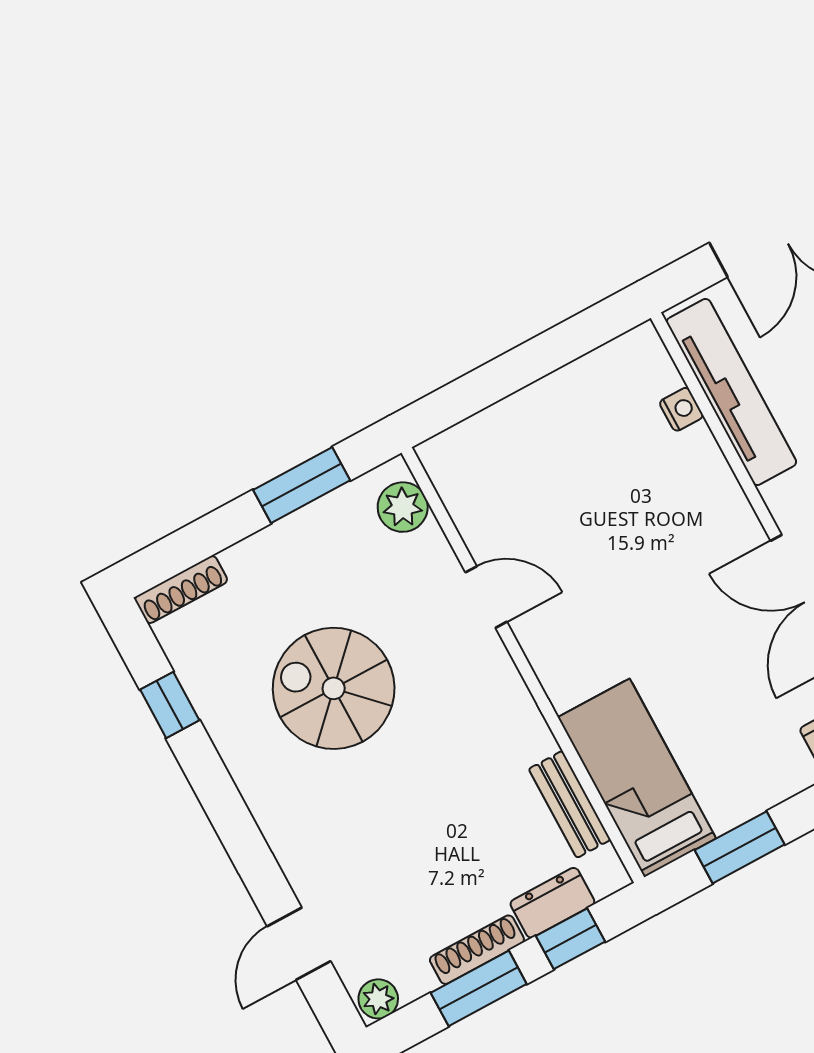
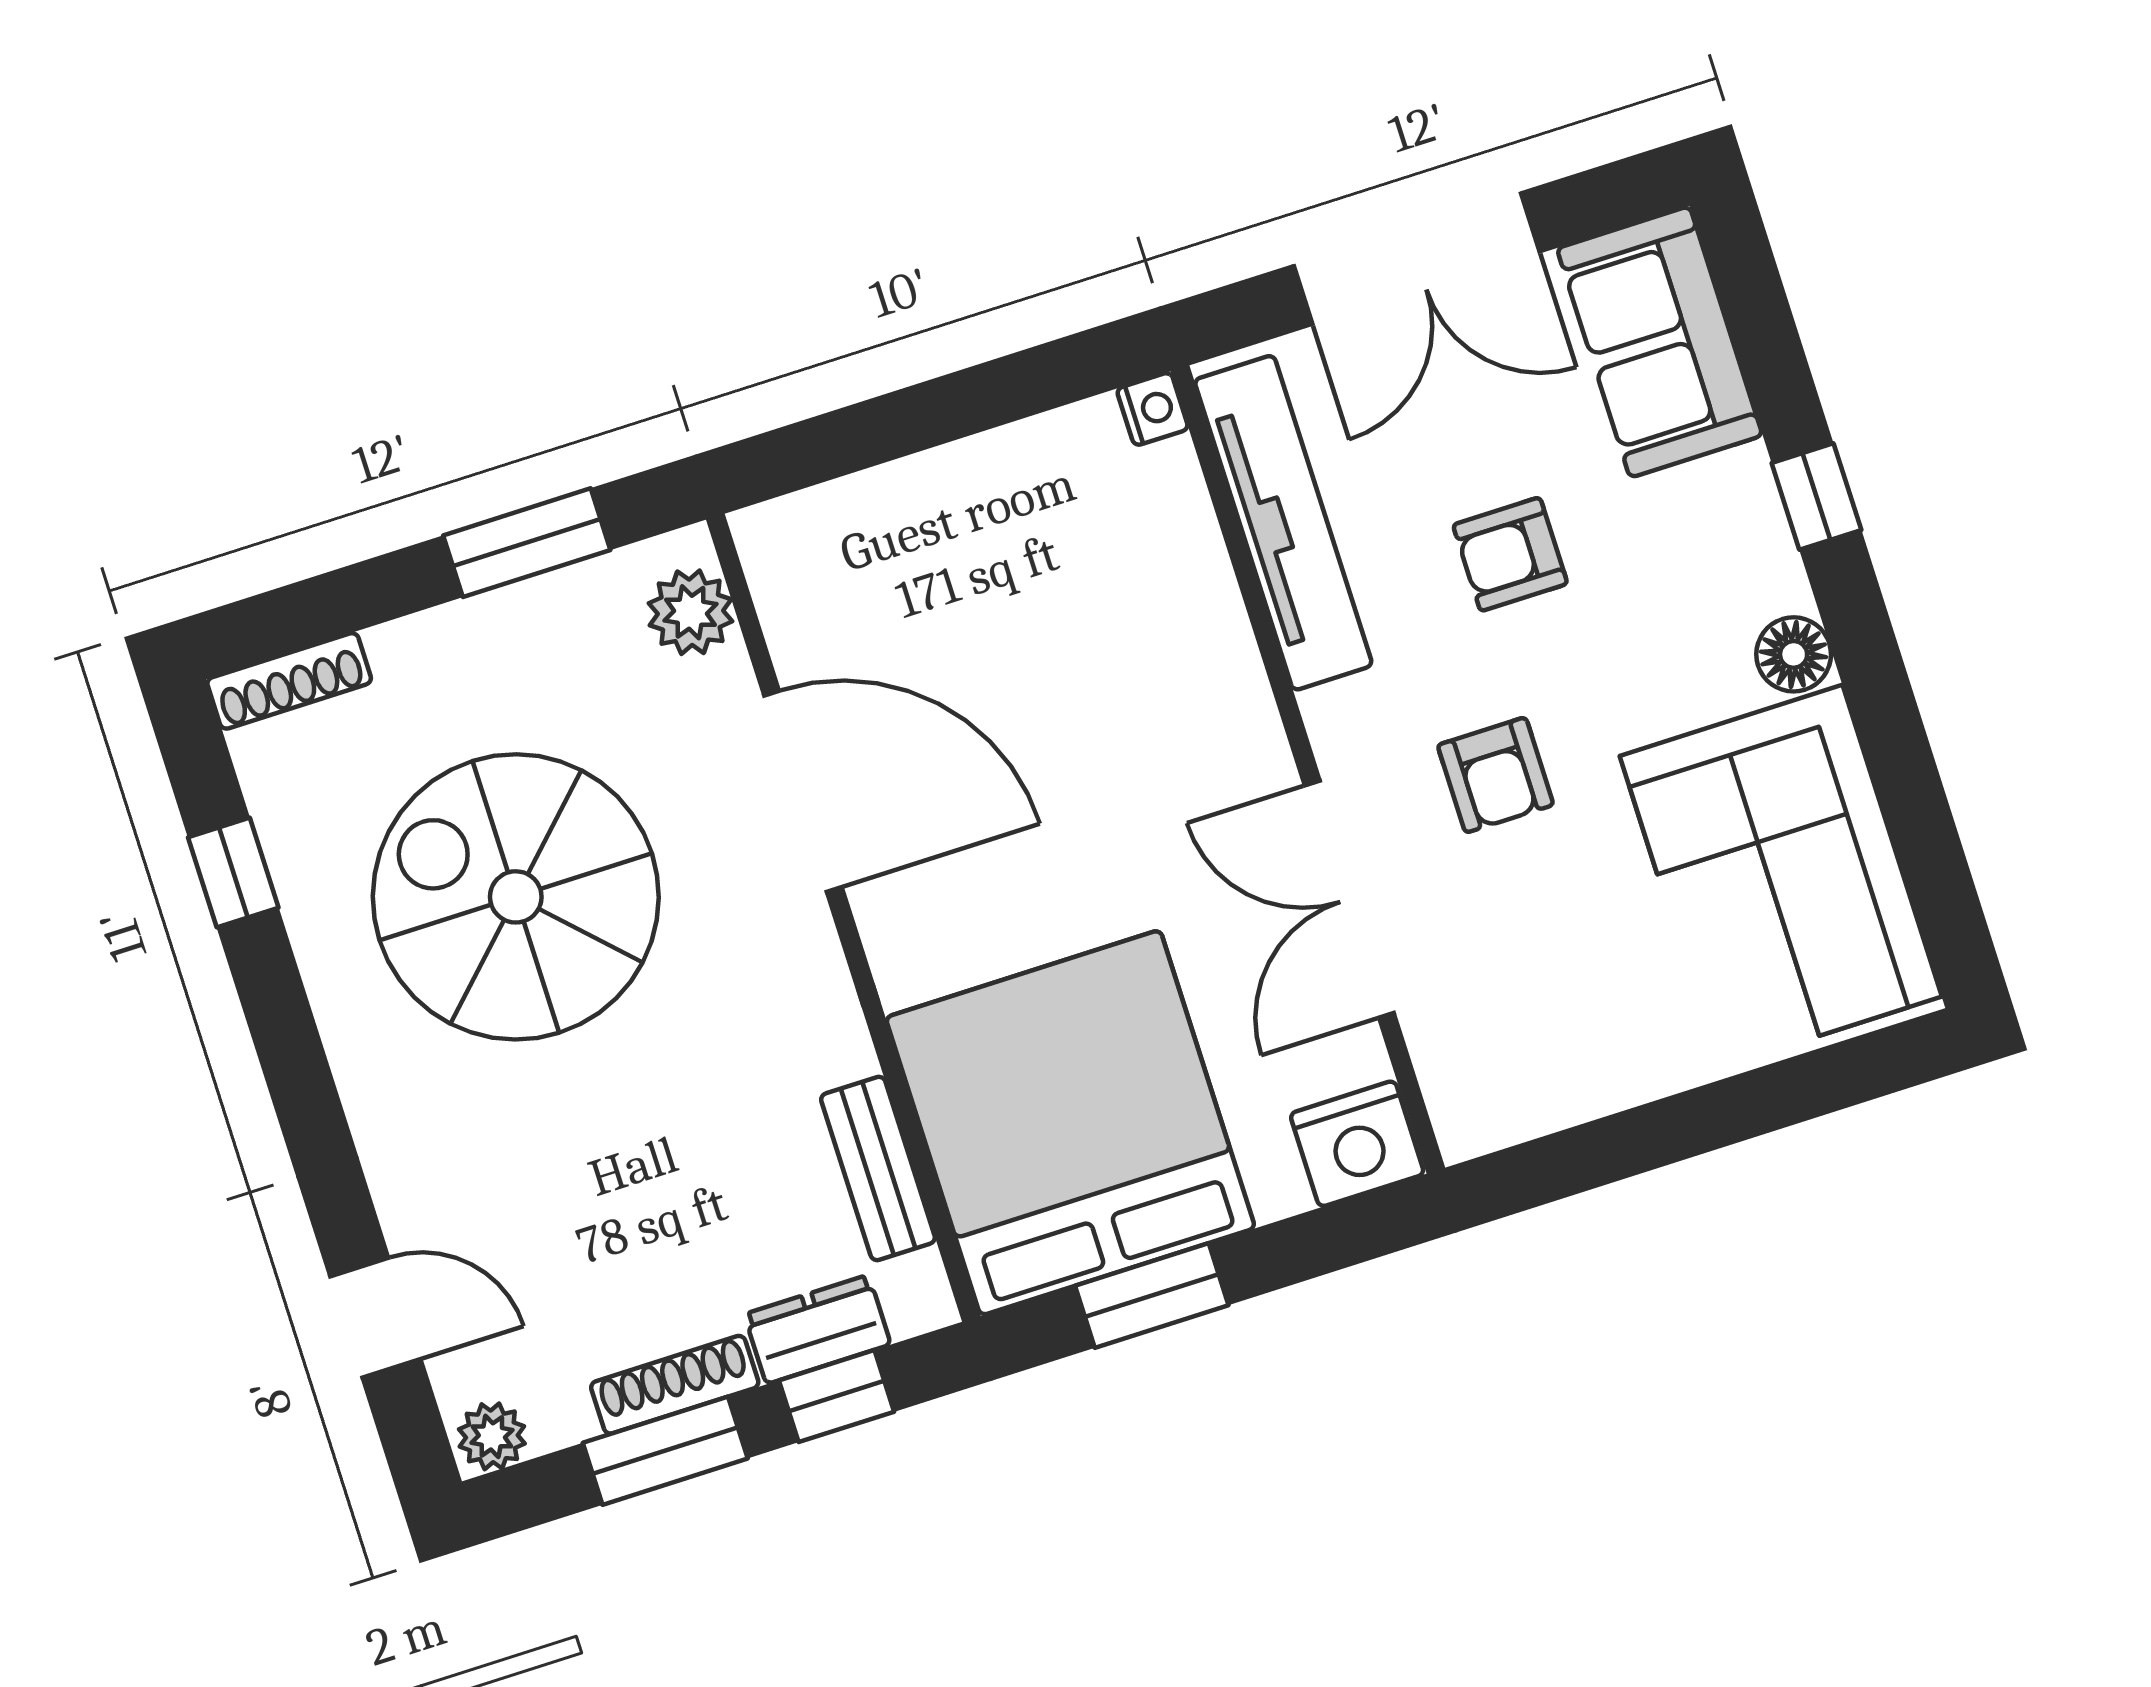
nightstand: (681, 409) -> (1153, 409), moved
door: (486, 597) -> (803, 791), width x1.87
spiral stairs: (334, 688) -> (516, 897), width x1.37, depth x1.37
bed: (637, 778) -> (1070, 1123), width x2.04
door: (299, 944) -> (375, 1318), swing flipped

